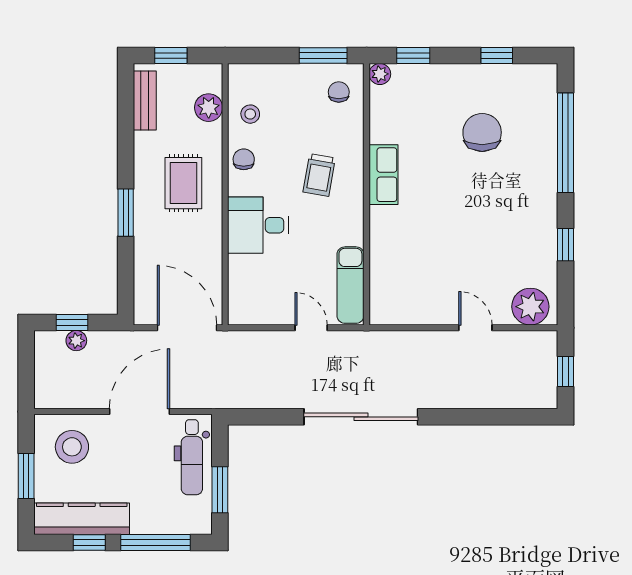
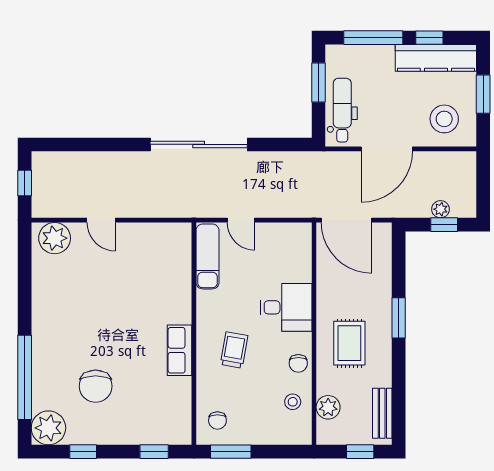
plant: (380, 74) -> (48, 428), moved, width x1.88, depth x1.88
window: (566, 245) -> (25, 291), removed

